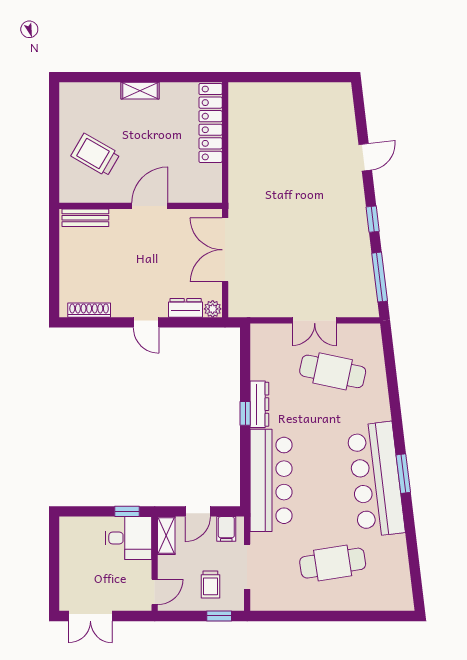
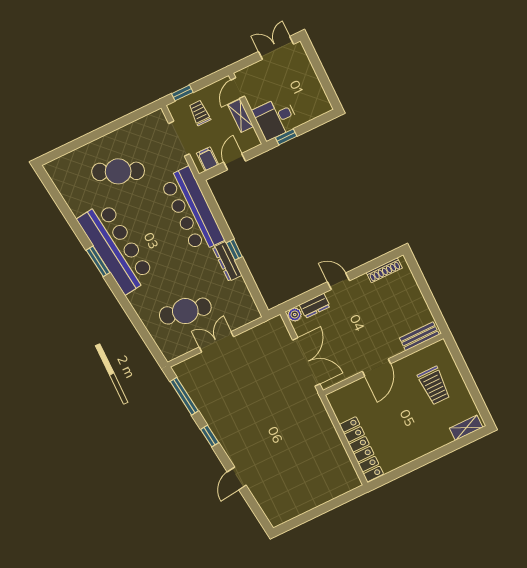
shelving: (140, 91) -> (466, 428), moved
trolley: (95, 155) -> (434, 386), turned 60
shelving: (166, 536) -> (241, 116), moved
cafe table: (333, 563) -> (118, 171), turned 33

